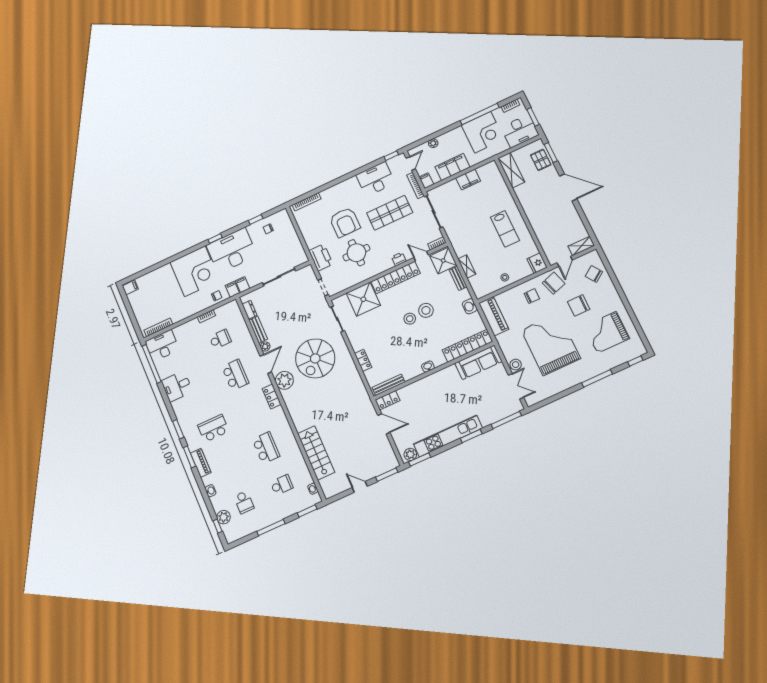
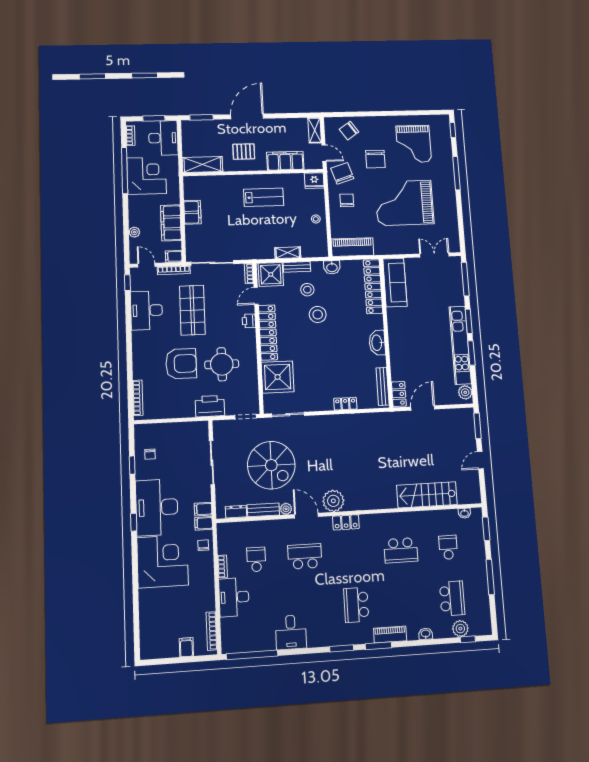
pallet: (541, 160) -> (244, 152), moved
filing cabinet: (544, 233) -> (285, 161), added
filing cabinet: (130, 287) -> (186, 647), moved
stool: (410, 319) -> (307, 290), moved
desk: (162, 346) -> (234, 597), moved
spiral stairs: (315, 358) -> (271, 465), moved
stool: (516, 365) -> (412, 246), removed
washbasin: (428, 367) -> (377, 343), width x1.91, depth x1.45
school desk: (266, 448) -> (401, 550), turned 180
window: (420, 460) -> (471, 353), moved
school desk: (244, 502) -> (452, 598), width x1.85

